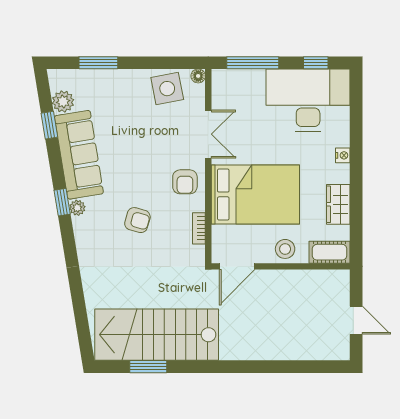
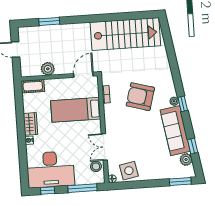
window: (98, 63) -> (180, 181), moved
armchair: (185, 182) -> (116, 120), removed
bed: (255, 194) -> (76, 110), width x0.67
wardrobe: (338, 204) -> (30, 124), moved
armchair: (137, 220) -> (140, 97), width x1.88, depth x1.88
stool: (285, 249) -> (96, 166), moved
plant: (300, 282) -> (48, 69), added
window: (148, 367) -> (49, 21), moved

